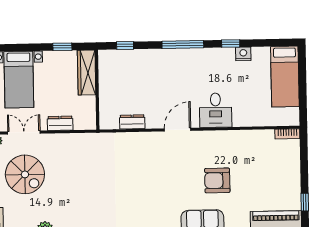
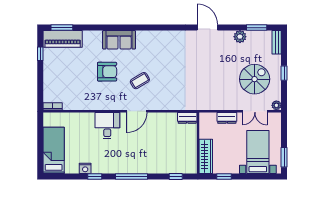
dresser: (132, 122) -> (187, 118), moved
coffee table: (174, 170) -> (140, 81), added
spiral stairs: (25, 174) -> (255, 79), turned 90

